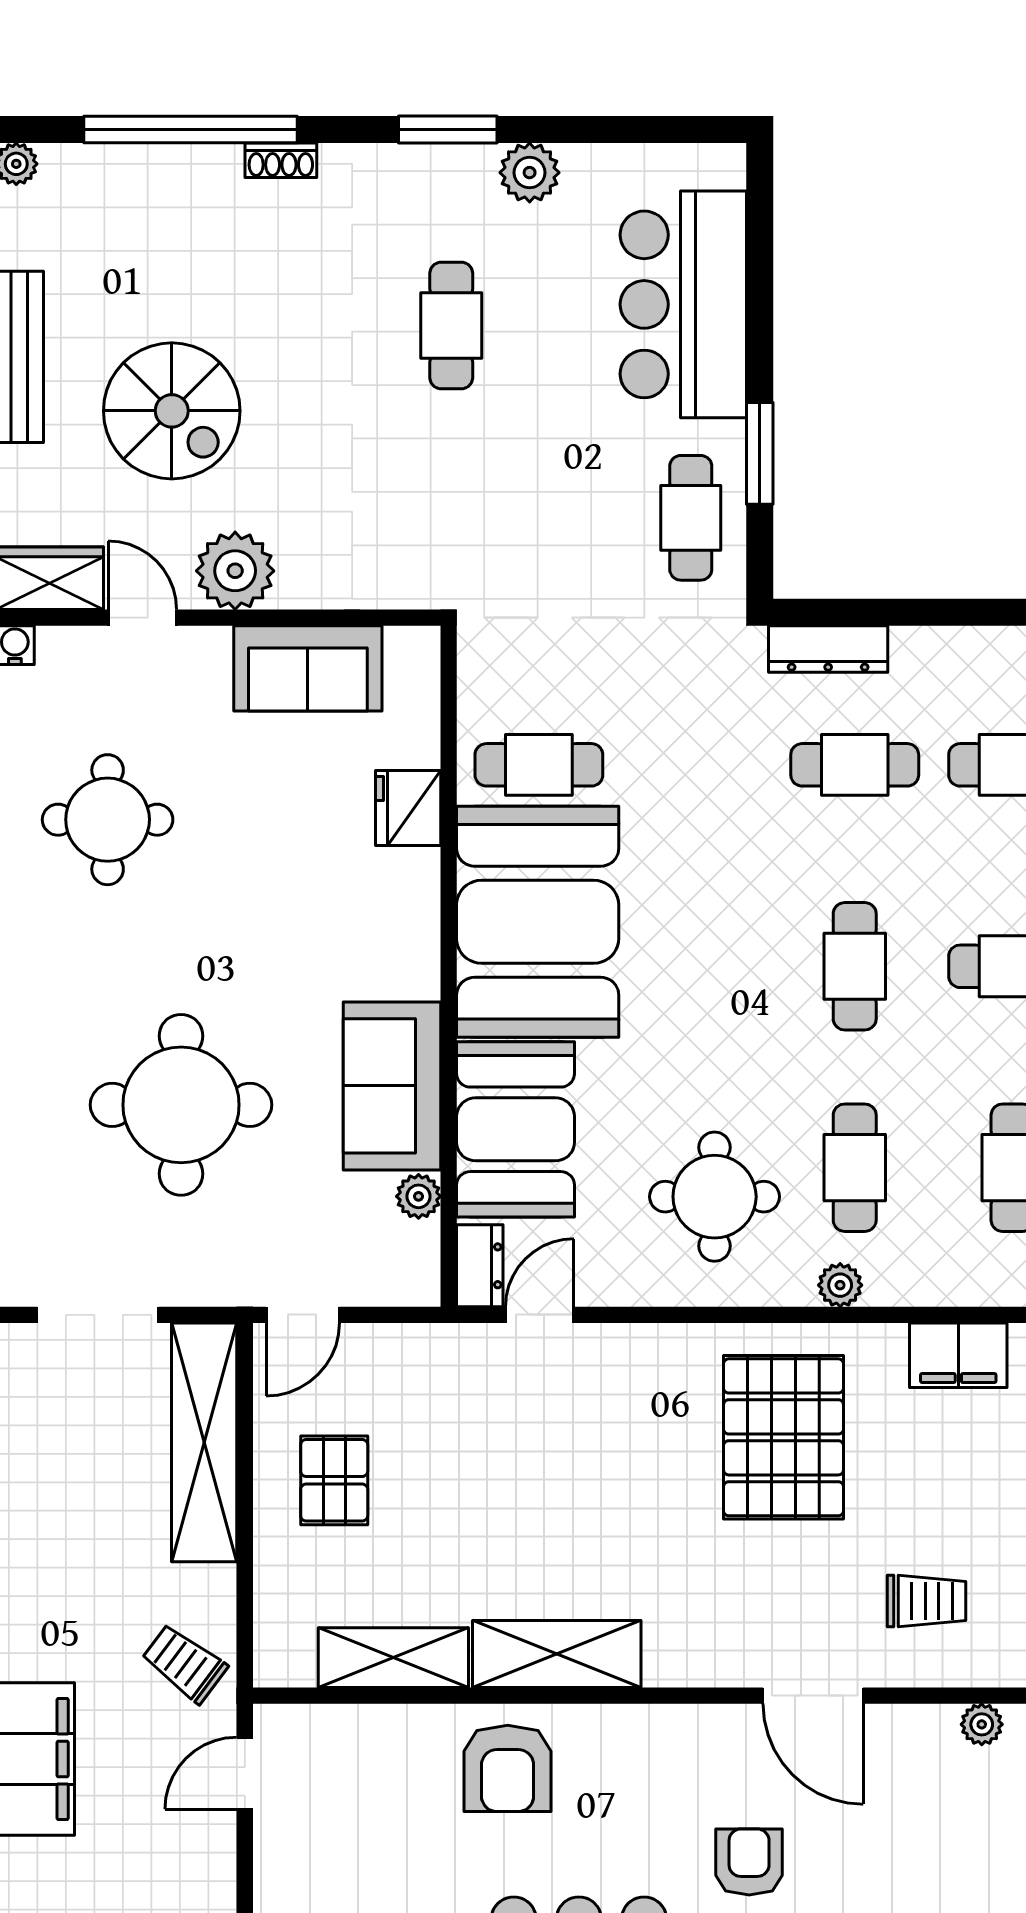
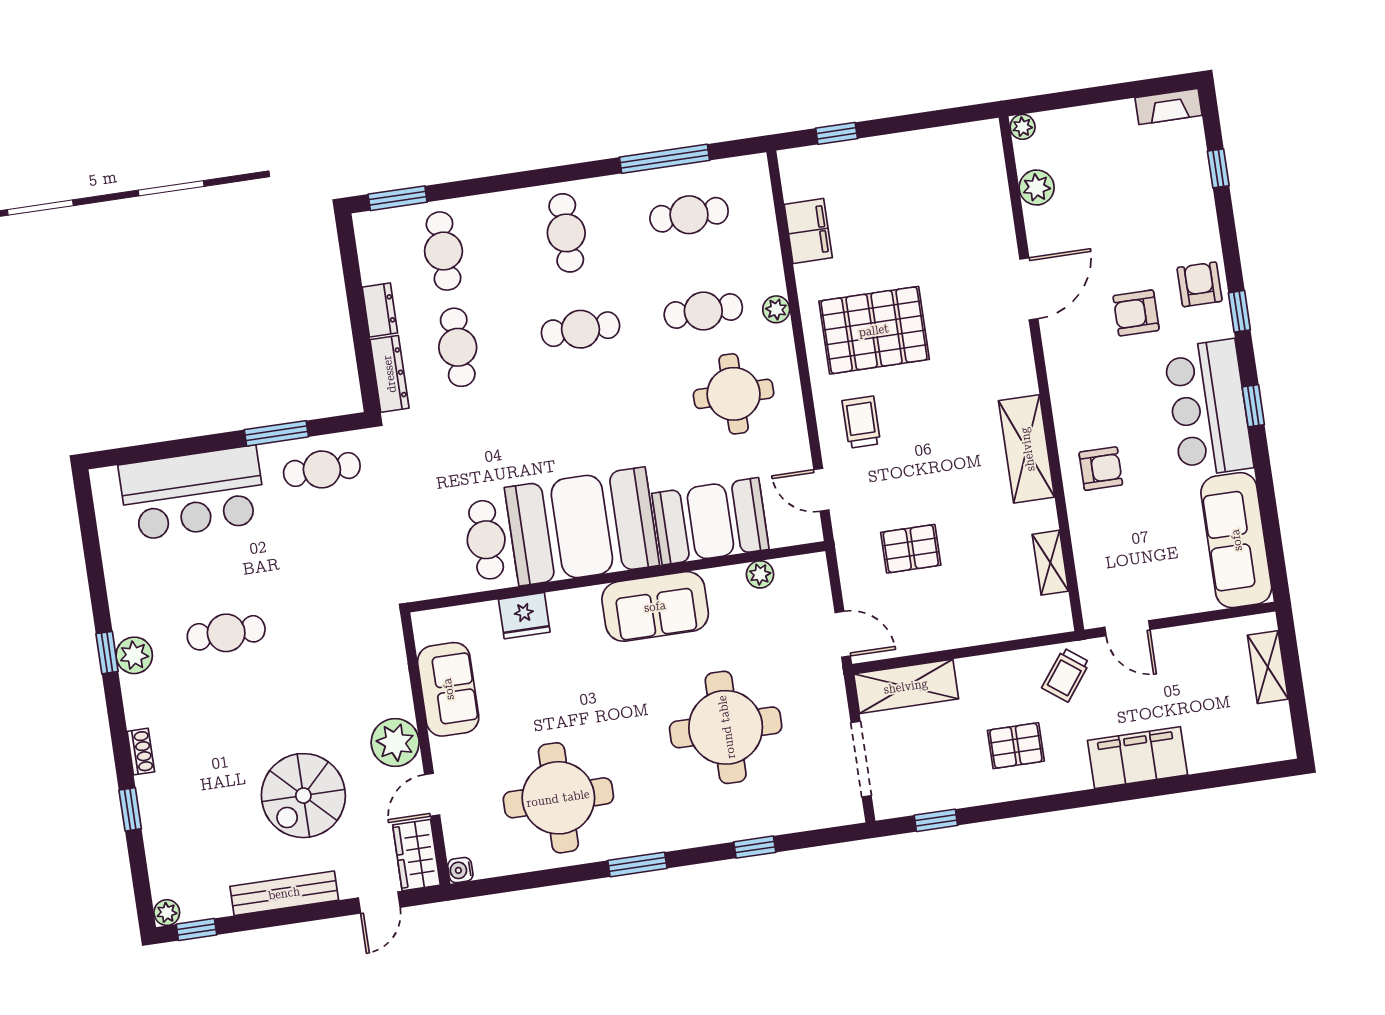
window: (191, 130) -> (130, 809), width x0.32
window: (448, 130) -> (107, 653), width x0.67
plant: (530, 173) -> (134, 655), moved
spiral stairs: (172, 411) -> (303, 796), turned 180
round table: (108, 820) -> (558, 798), width x1.36, depth x1.36
sofa: (392, 1086) -> (655, 606), moved
dresser: (480, 1266) -> (380, 310), moved, turned 90
shelving: (204, 1442) -> (906, 686), width x0.68
pallet: (334, 1480) -> (911, 549), moved
pallet: (83, 1566) -> (1016, 746), added
trolley: (927, 1601) -> (861, 422), moved
shelving: (393, 1658) -> (1050, 563), width x0.67, depth x0.75
plant: (982, 1724) -> (1037, 188), width x1.38, depth x1.38
armchair: (508, 1768) -> (1101, 469), width x0.72, depth x0.72

